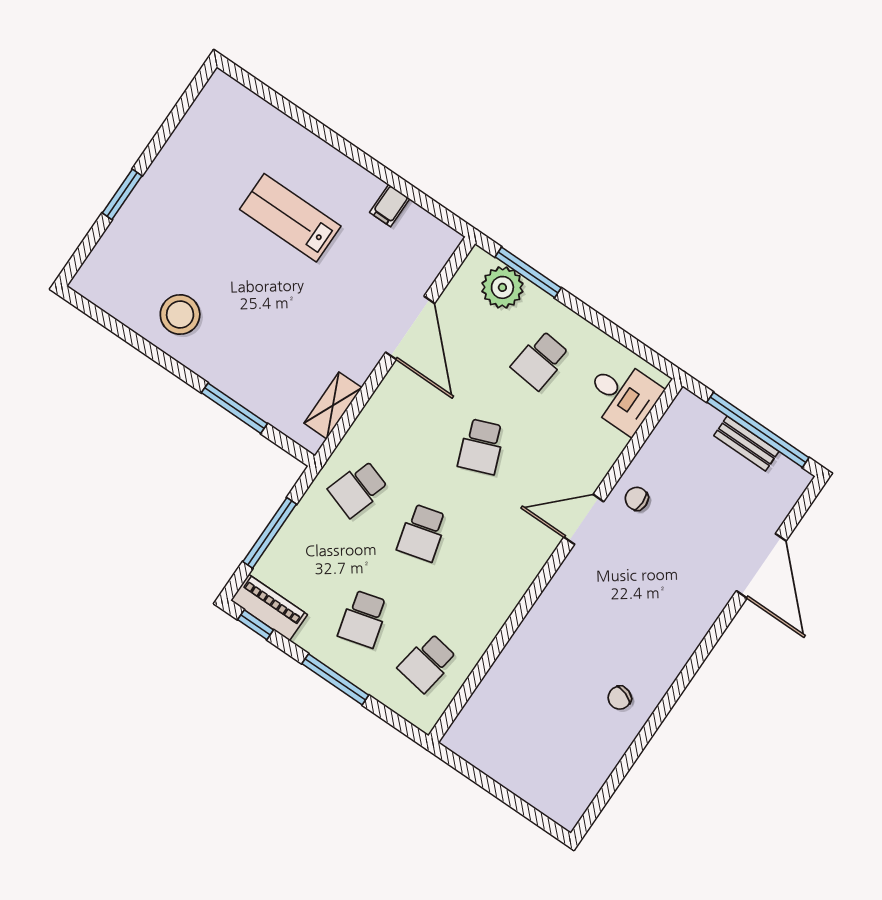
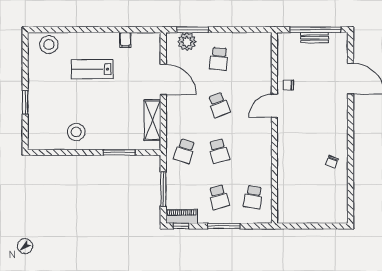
stool: (241, 116) -> (49, 45), added
desk: (623, 396) -> (258, 51), removed
shelving: (333, 405) -> (152, 120), width x1.50, depth x1.33

